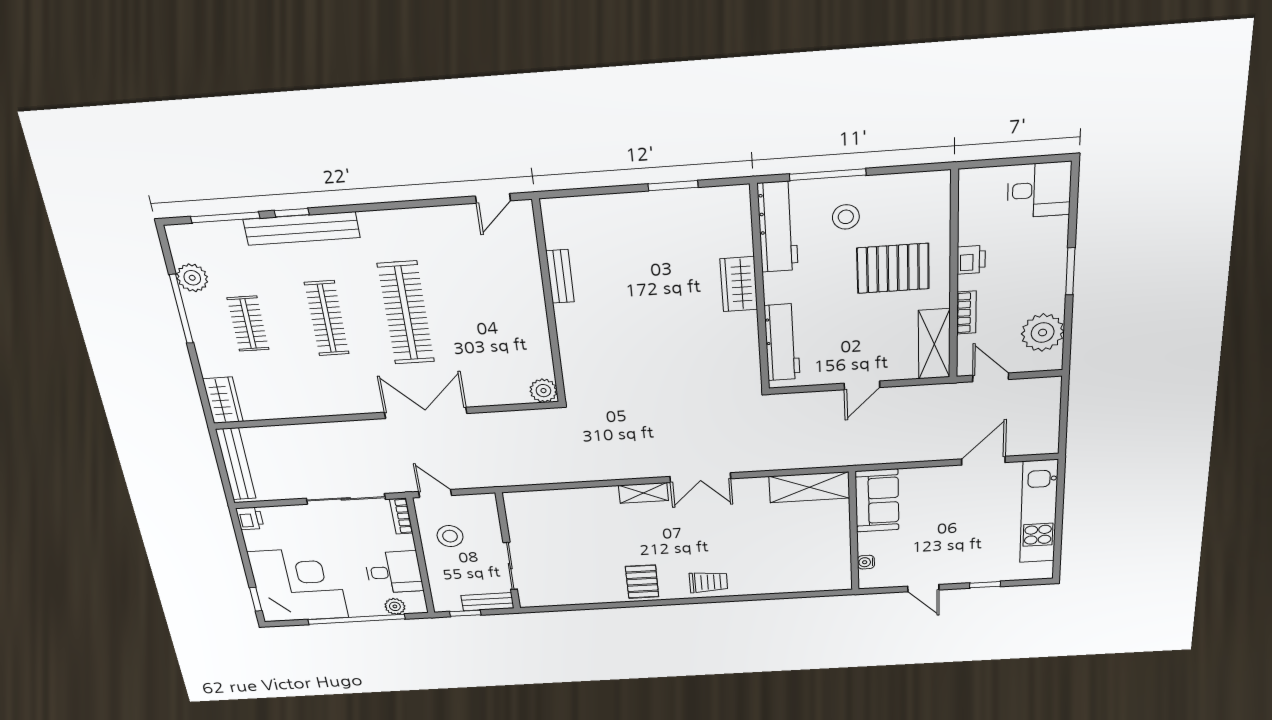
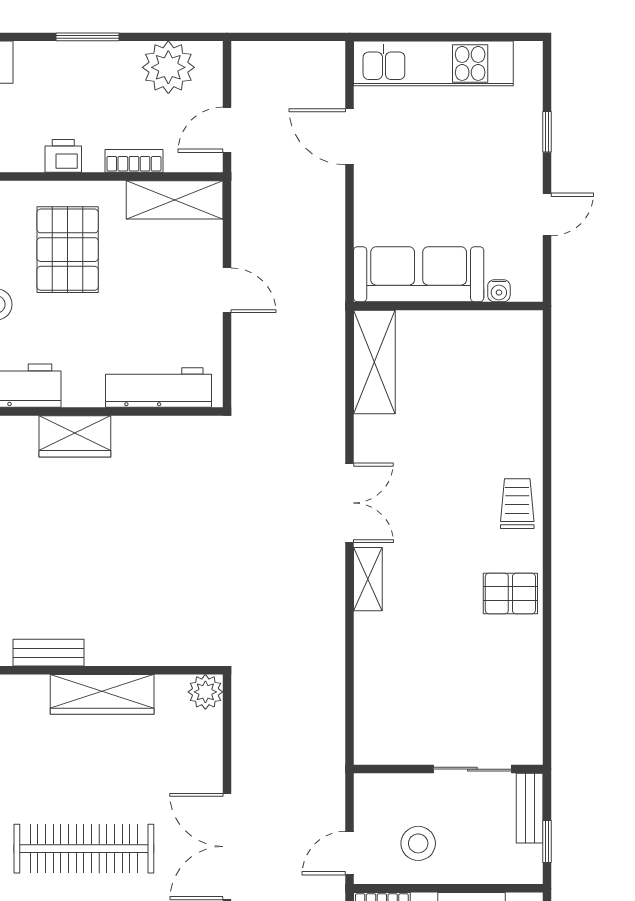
wardrobe: (532, 318) -> (102, 694), added
sofa: (877, 501) -> (419, 274), width x1.36

